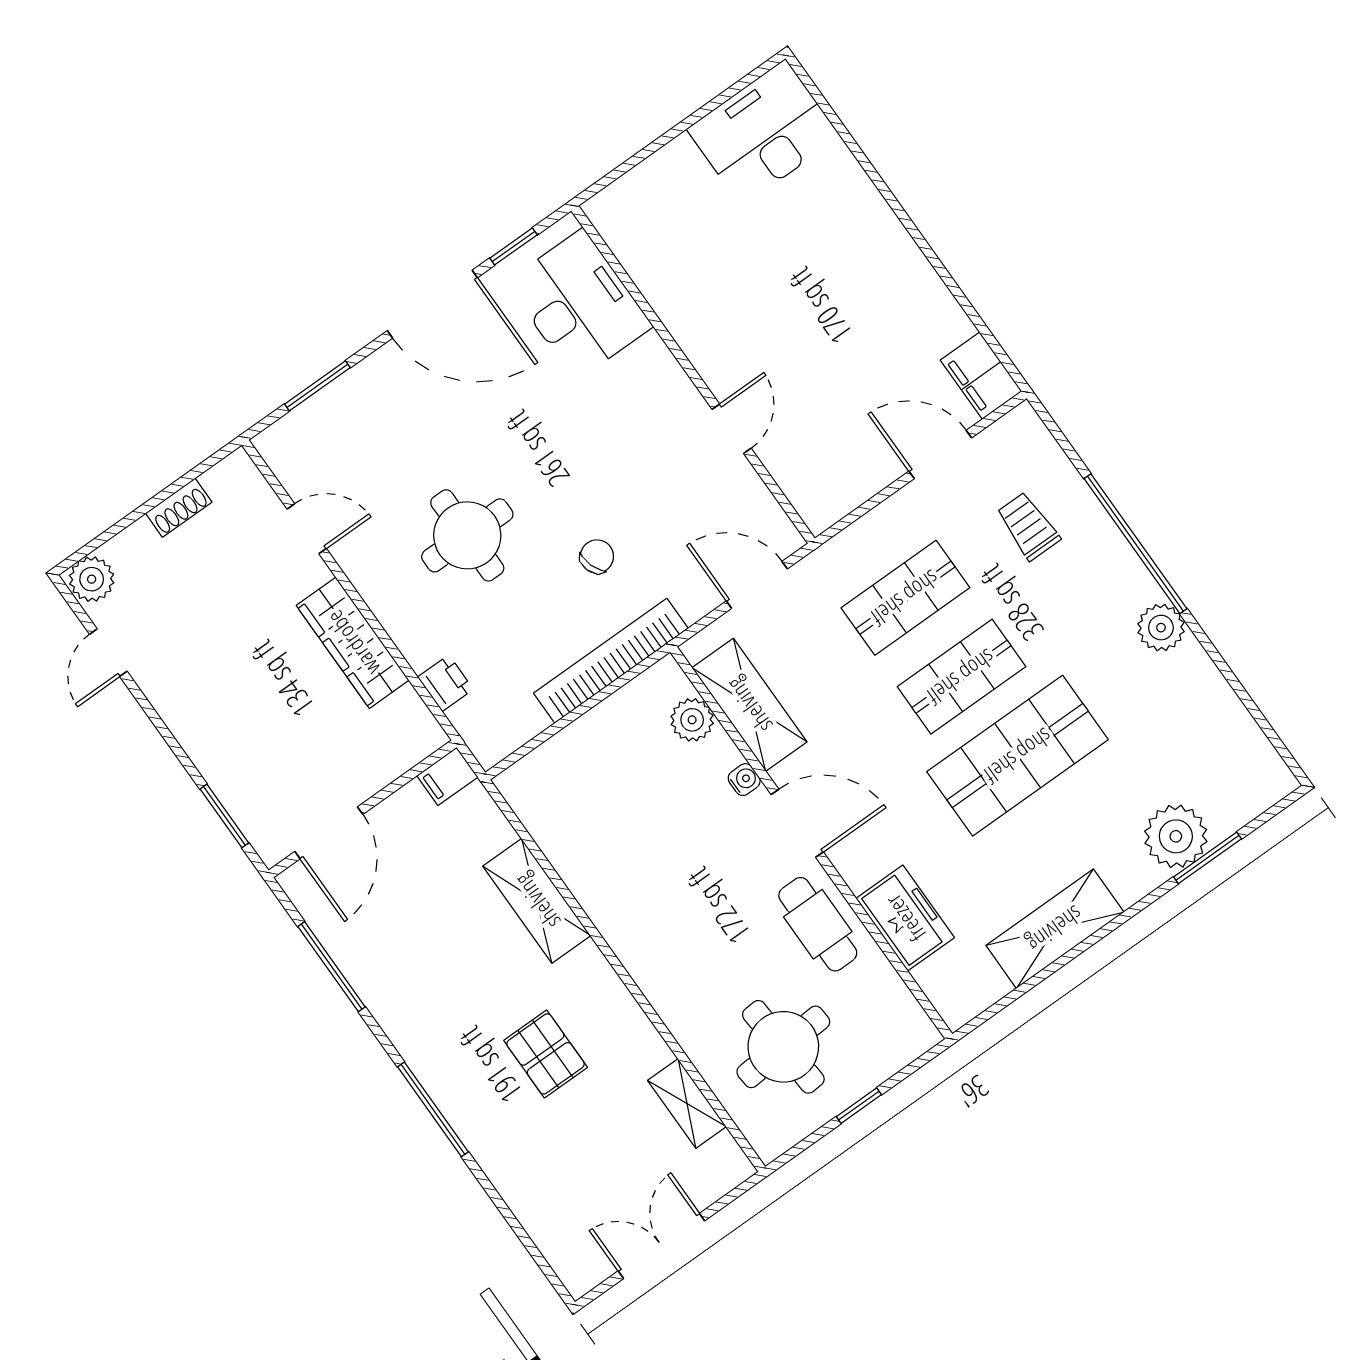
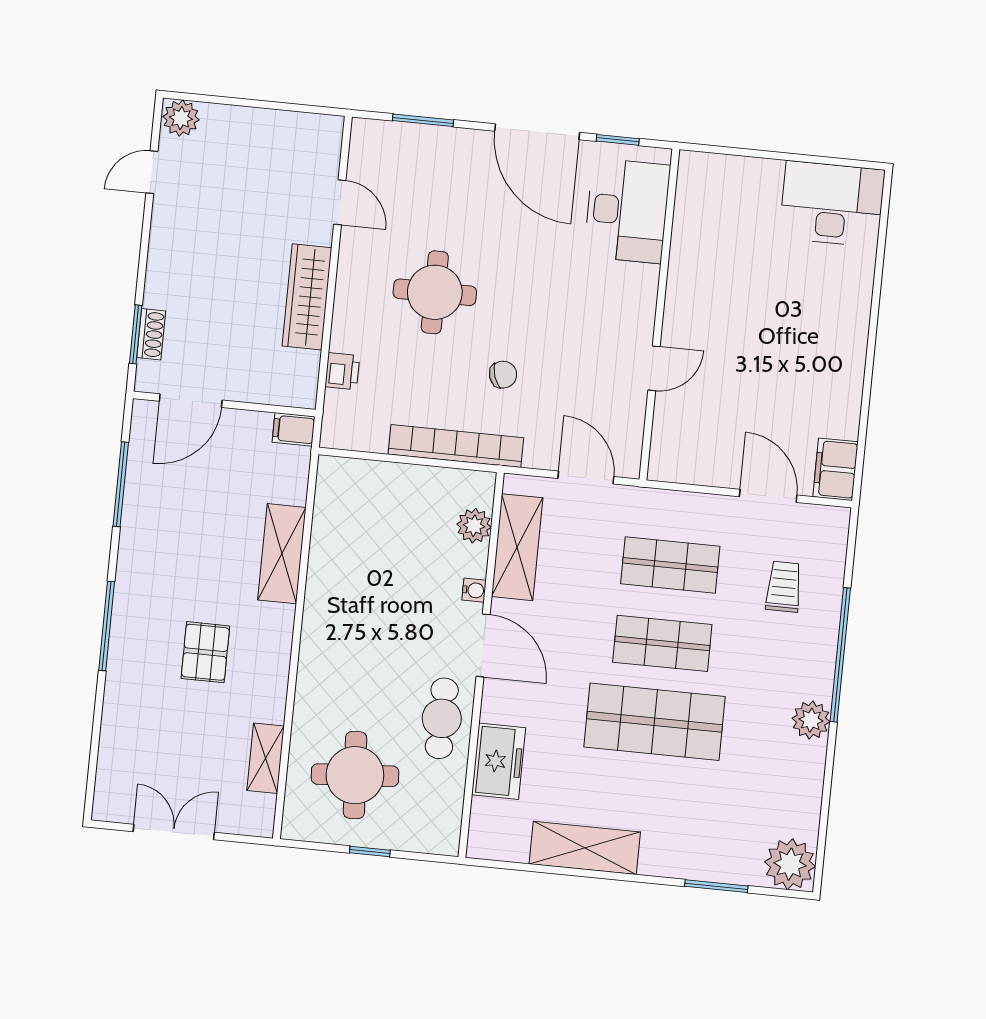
shoe rack: (179, 508) -> (151, 334), moved, turned -90
plant: (1176, 836) -> (790, 864), moved

